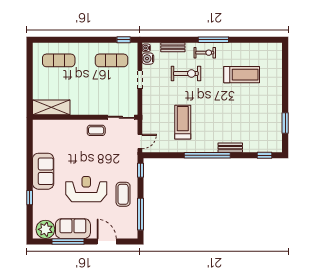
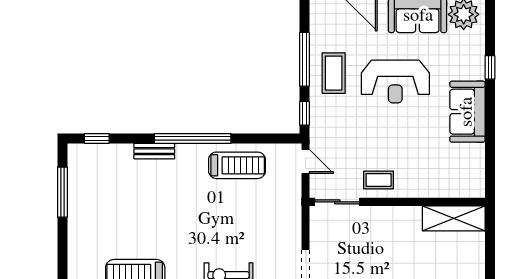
treadmill: (183, 122) -> (237, 165), moved, turned -90
window: (285, 123) -> (62, 192), width x1.44
door: (140, 141) -> (305, 161), swing flipped
window: (140, 214) -> (304, 59), moved

